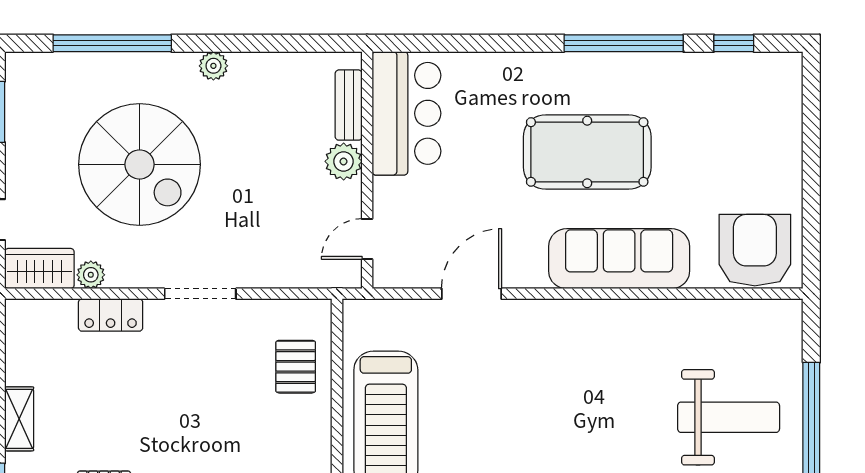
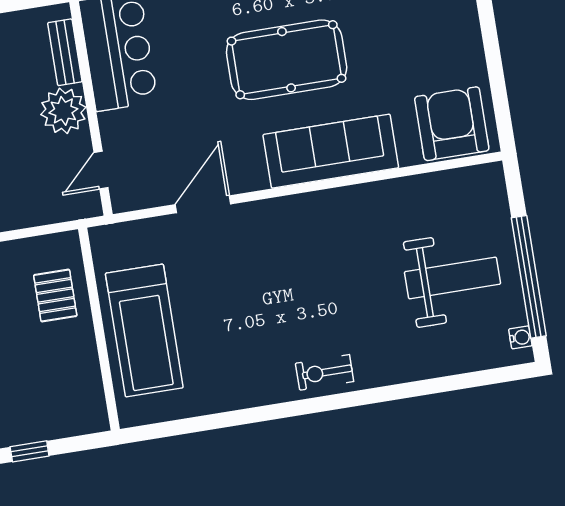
plant: (344, 161) -> (63, 111), width x1.36, depth x1.36

